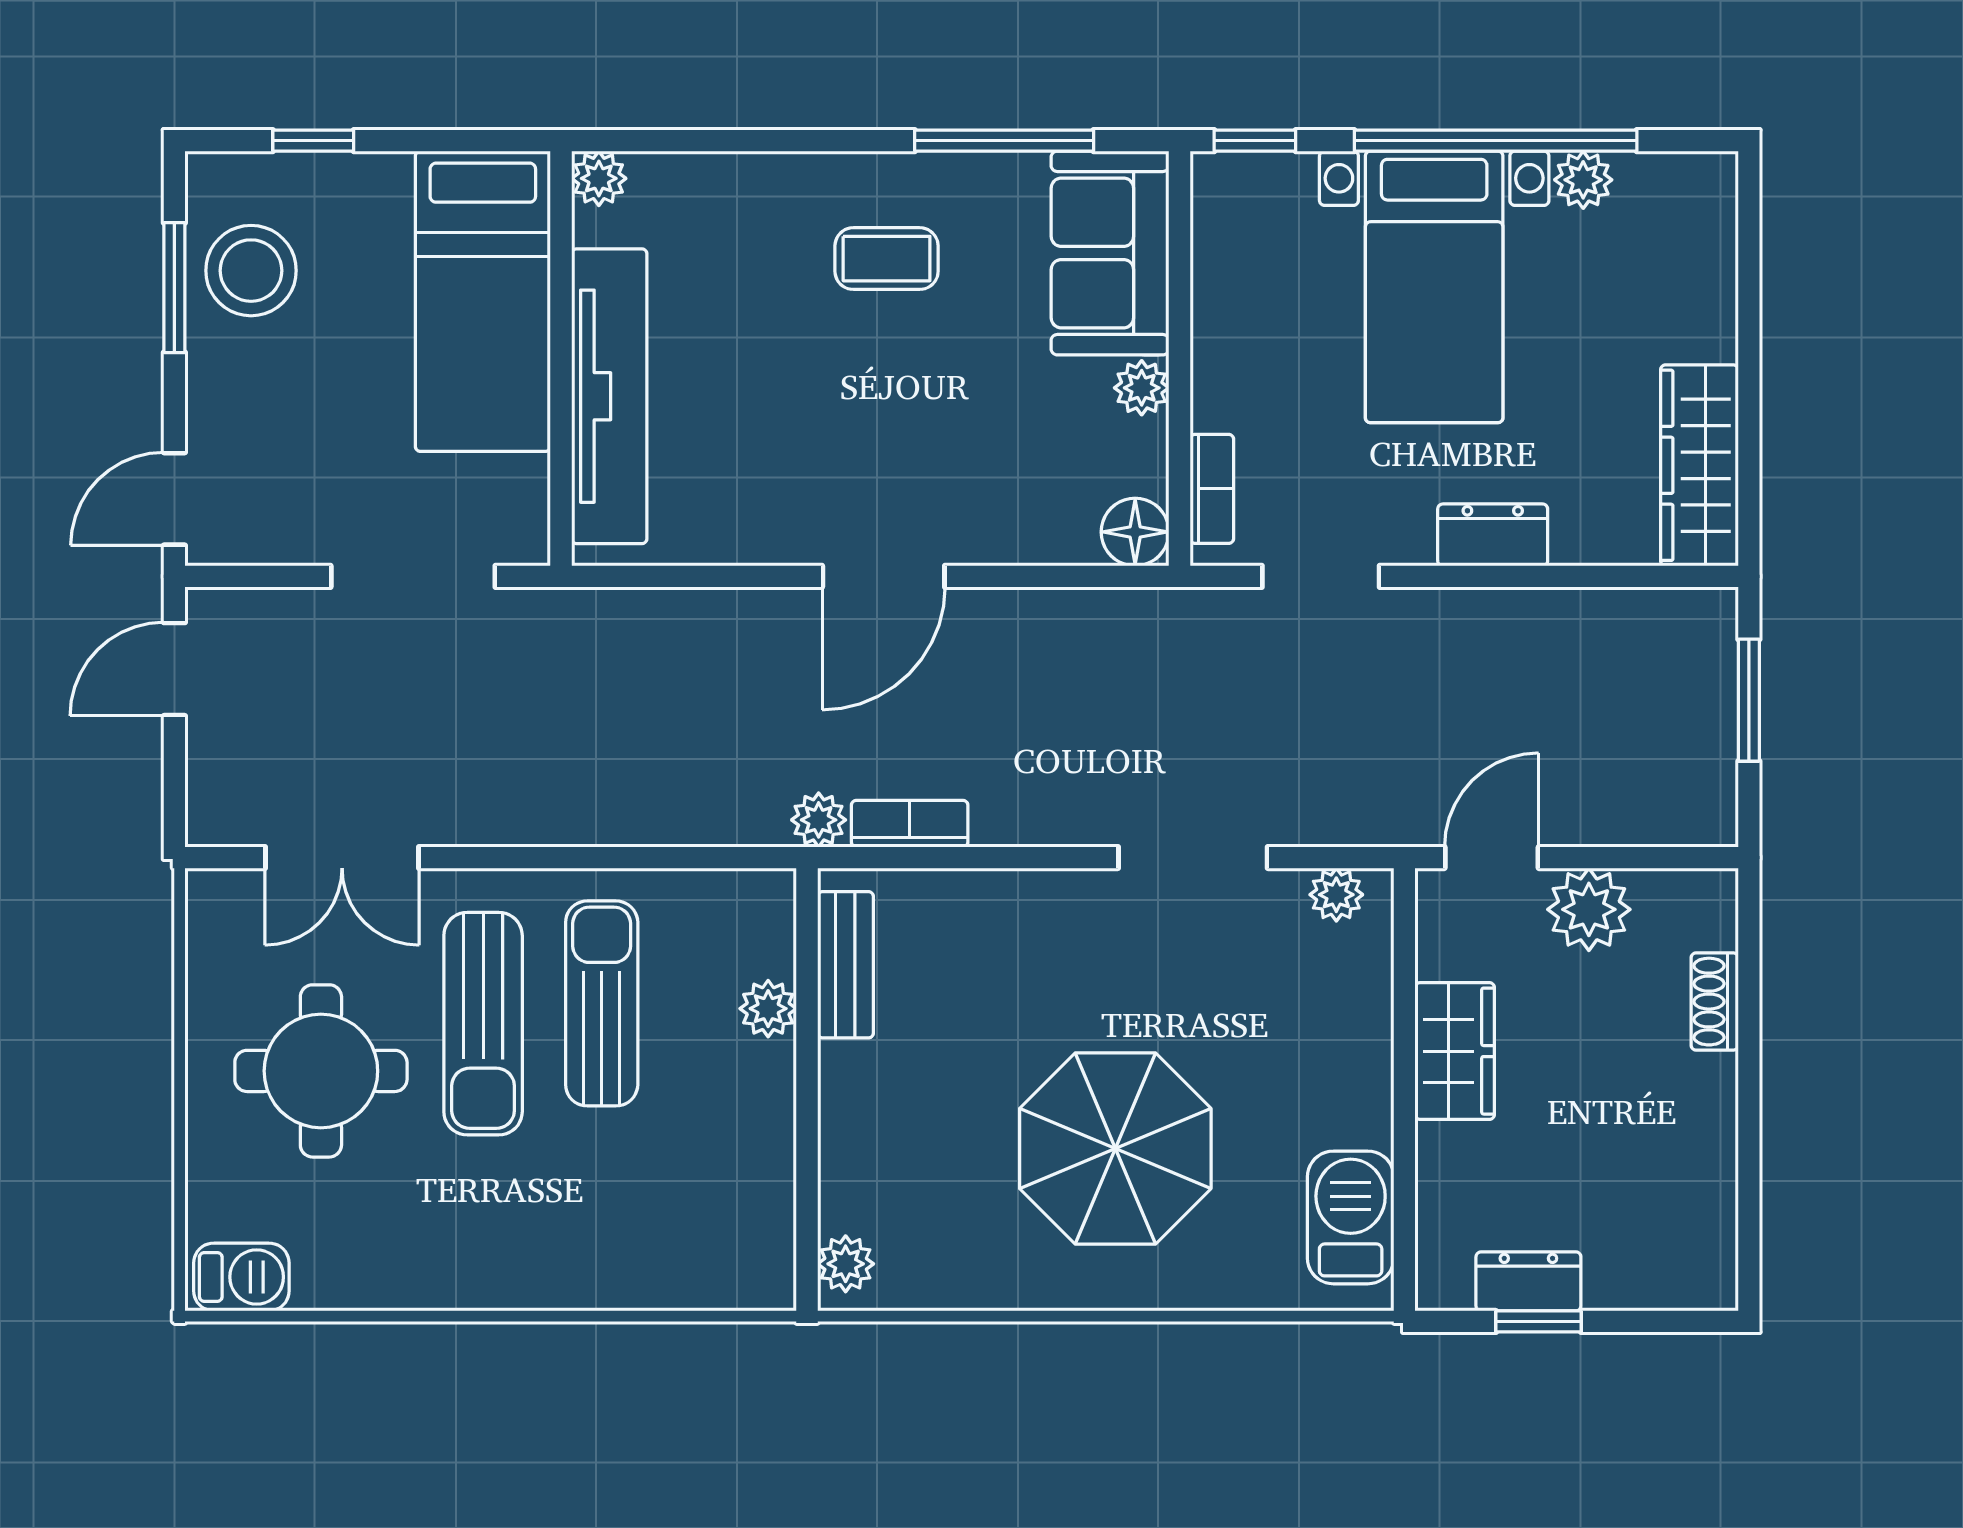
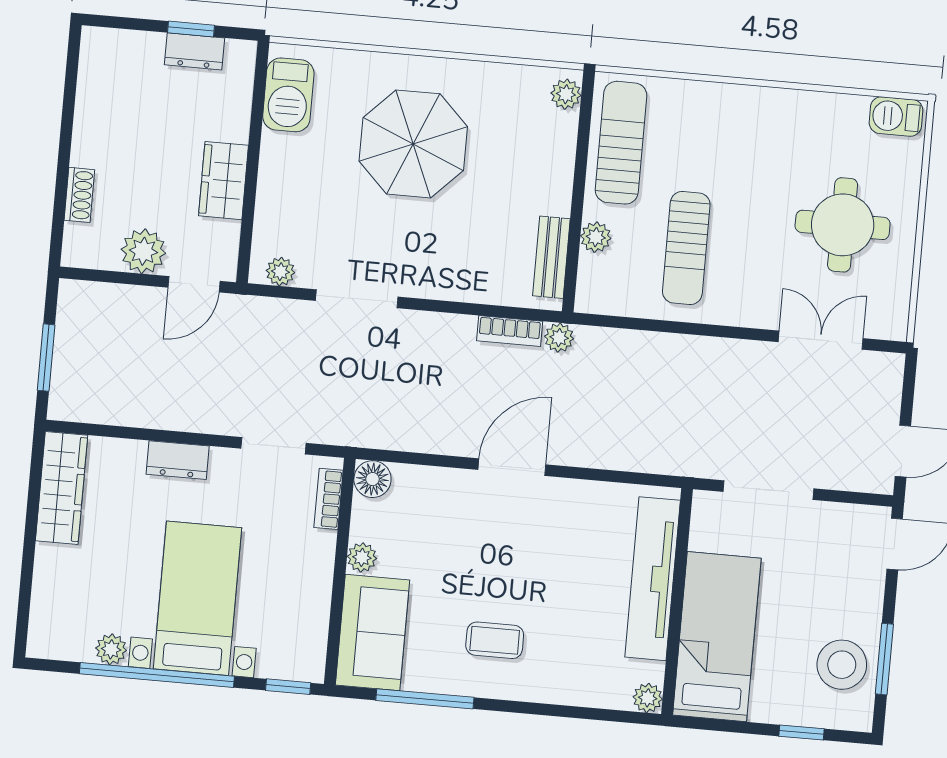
sun lounger: (483, 1024) -> (621, 143), moved

